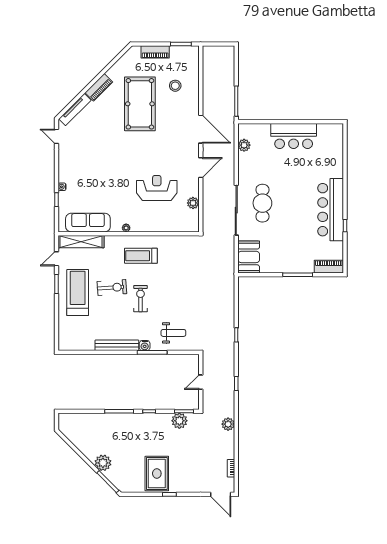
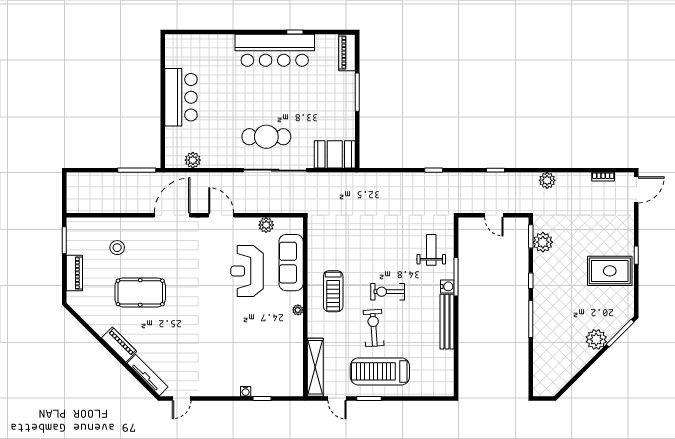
pool table: (140, 104) -> (140, 292), width x0.73, depth x0.76
sofa: (88, 223) -> (291, 263), moved

